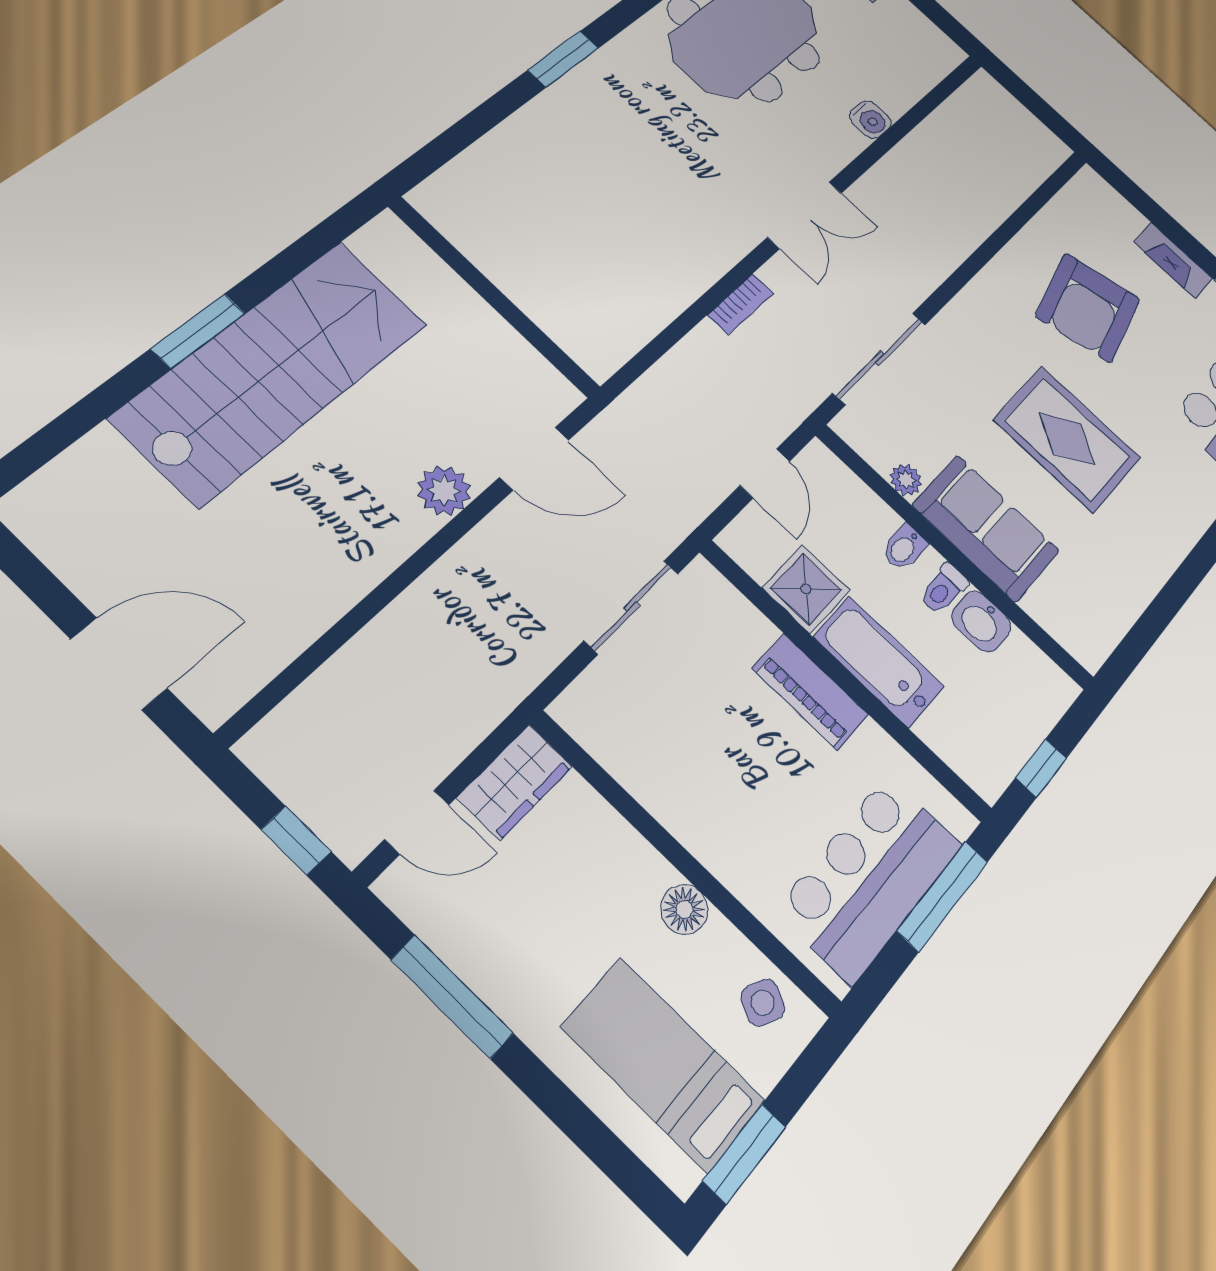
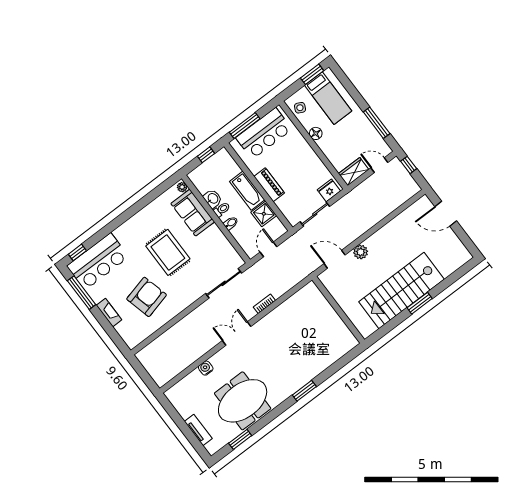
plant: (906, 480) -> (182, 187), moved
sofa: (986, 528) -> (193, 213), moved
fridge: (596, 698) -> (329, 190), added

